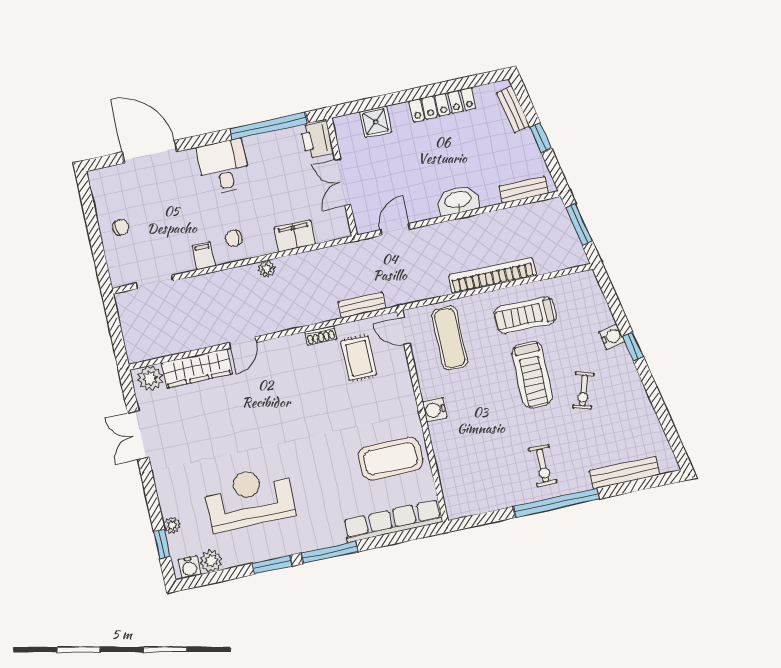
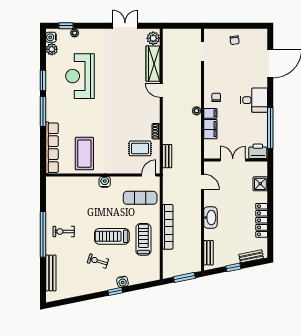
filing cabinet: (204, 256) -> (210, 113), moved
reception desk: (249, 498) -> (80, 76), turned 180

